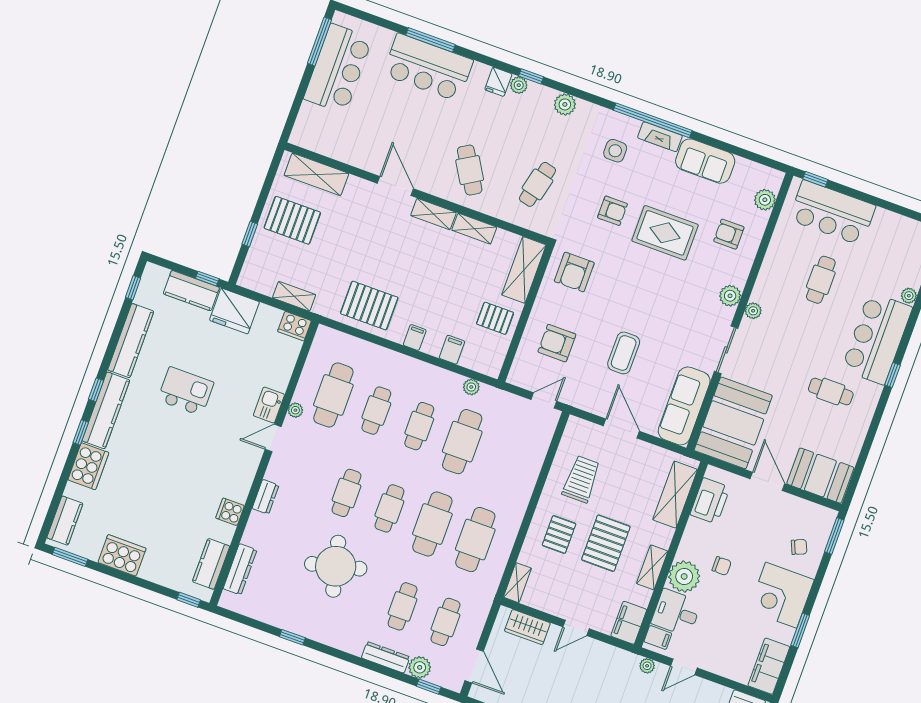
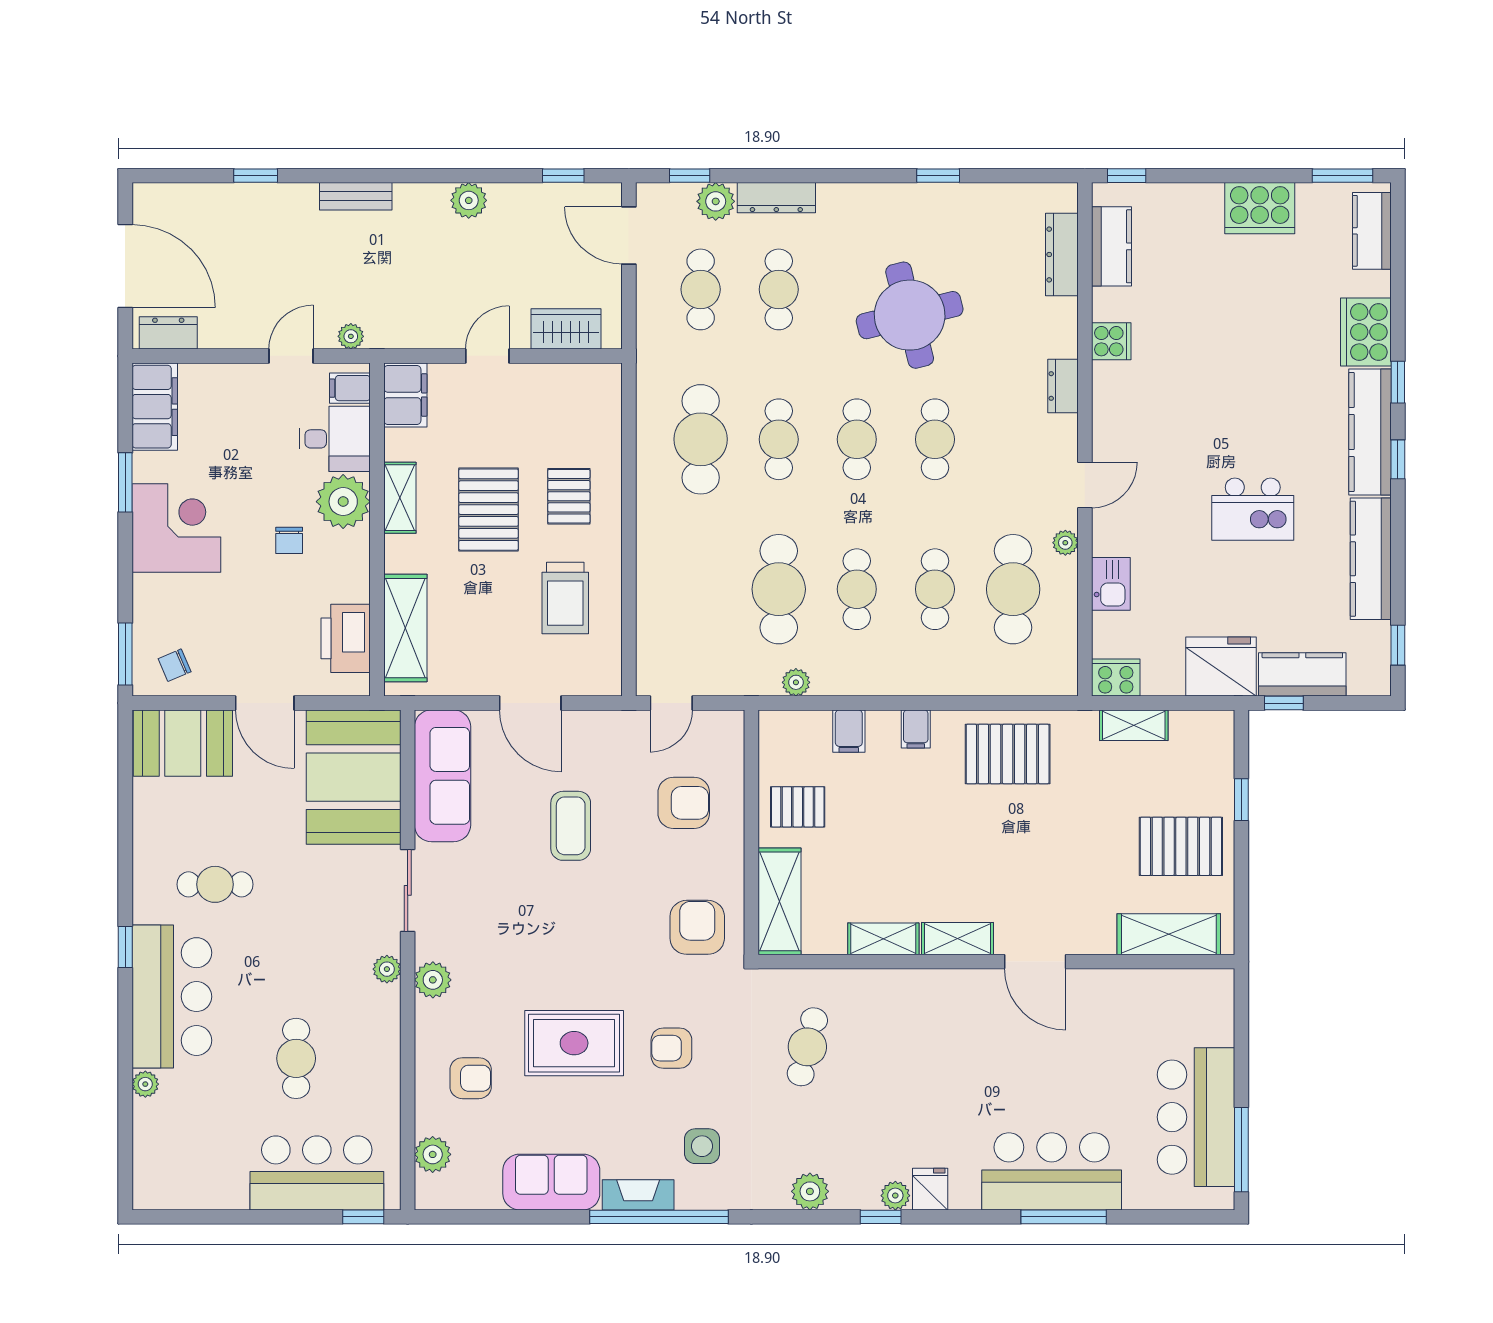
cafe table: (470, 170) -> (925, 1030), removed
kitchen sink: (269, 405) -> (1111, 584), moved
cafe table: (432, 524) -> (779, 439), width x0.73, depth x0.74
chair: (799, 547) -> (175, 665), moved
chair: (722, 566) -> (289, 540), turned -90
shelving: (517, 583) -> (608, 395), removed

